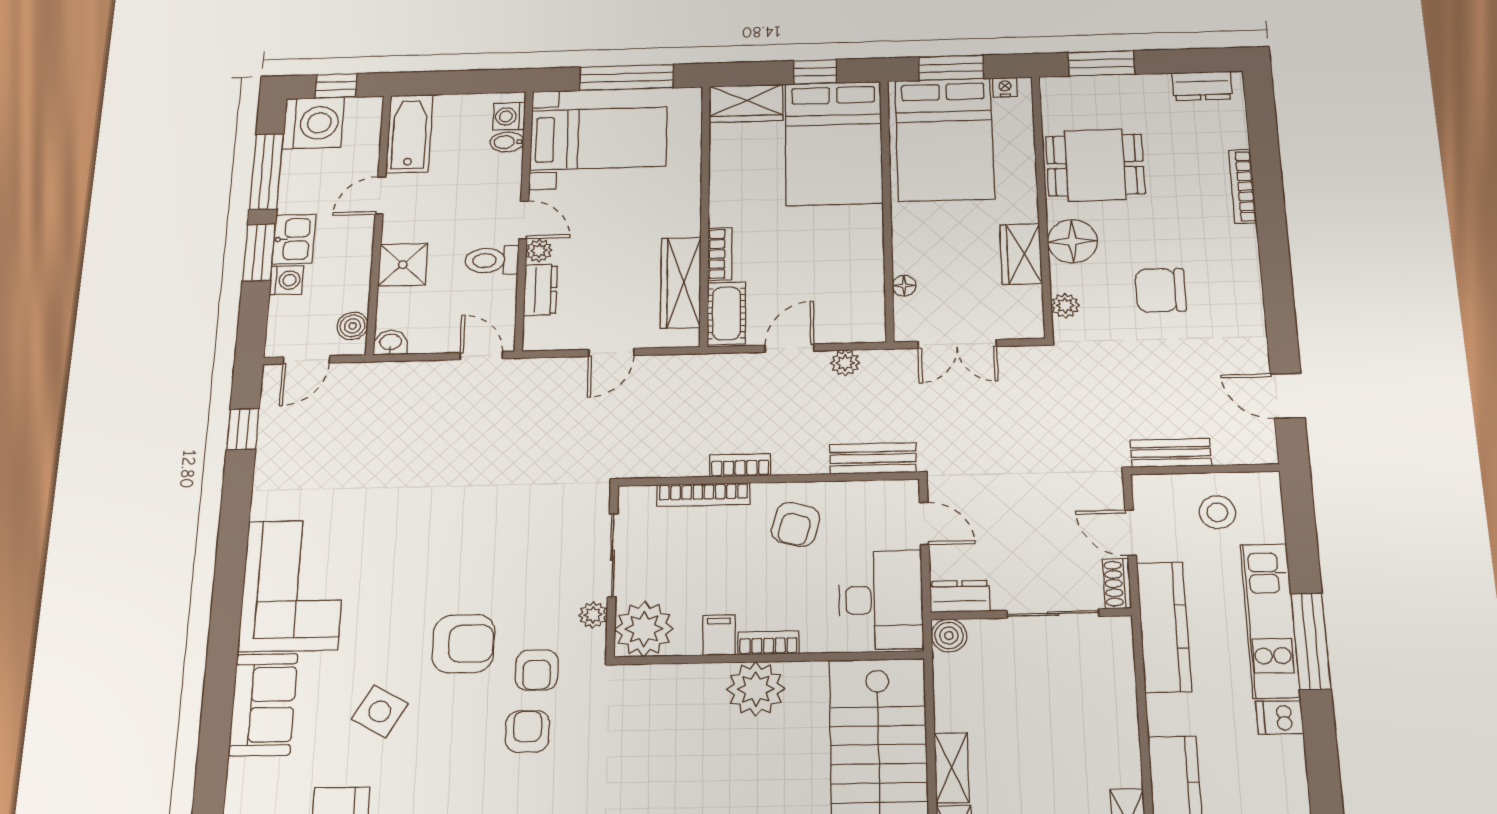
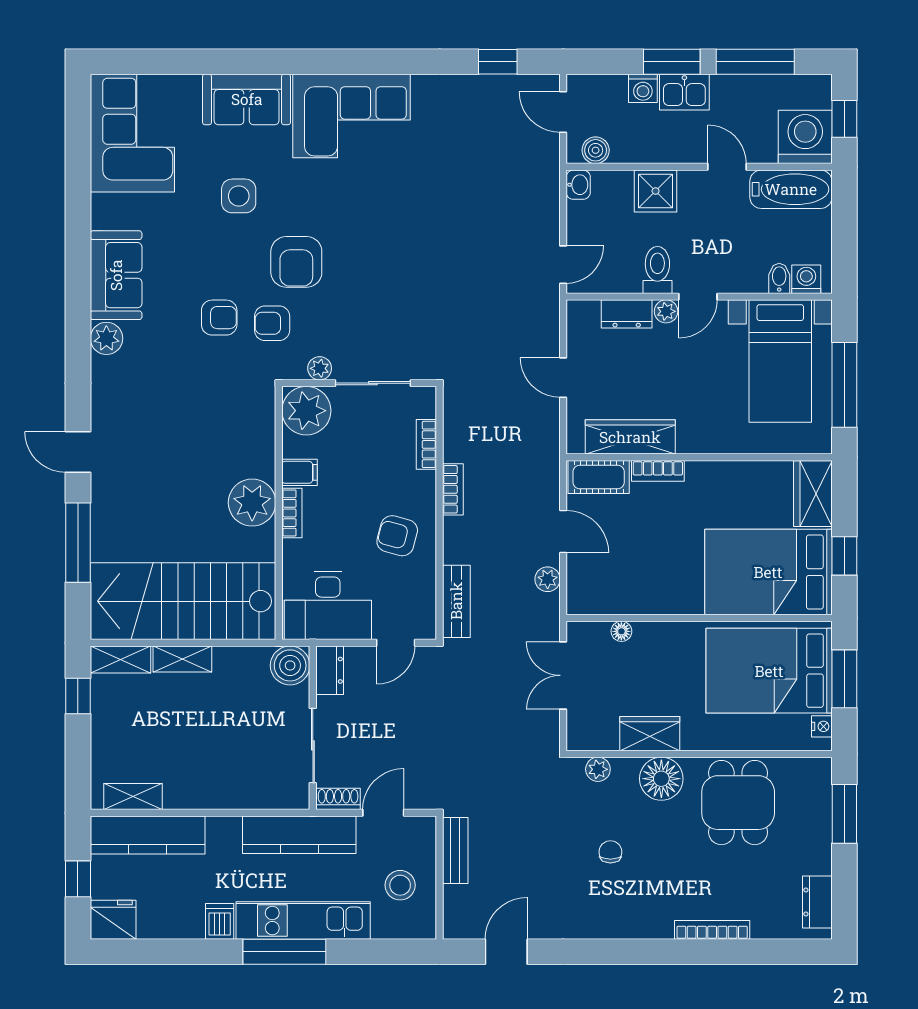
washing machine: (313, 123) -> (805, 137), moved, turned 180
chair: (1161, 290) -> (610, 852), width x0.54, depth x0.54
bookcase: (703, 495) -> (426, 444), width x0.64
boiler: (949, 635) -> (290, 665), width x1.36, depth x1.36
side table: (380, 711) -> (239, 196), turned -30

